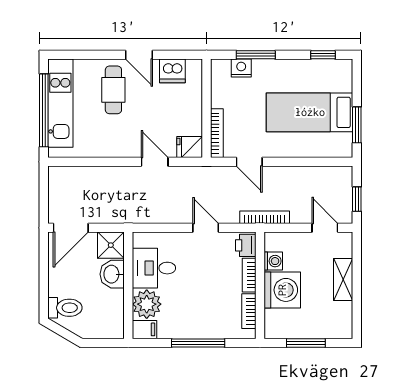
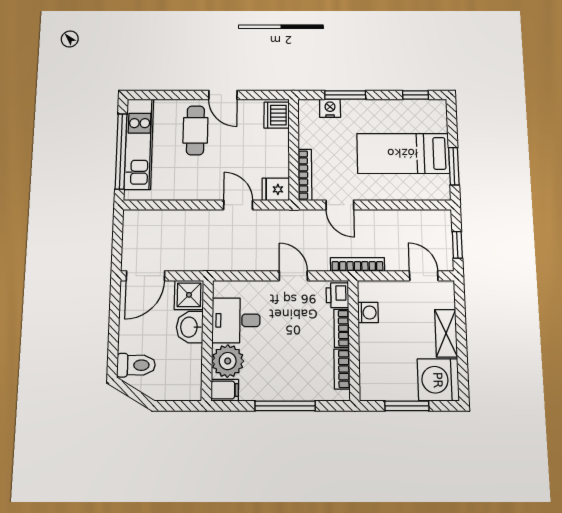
dishwasher: (172, 71) -> (277, 115), moved, turned 90
washing machine: (282, 290) -> (438, 380), moved, turned 180

